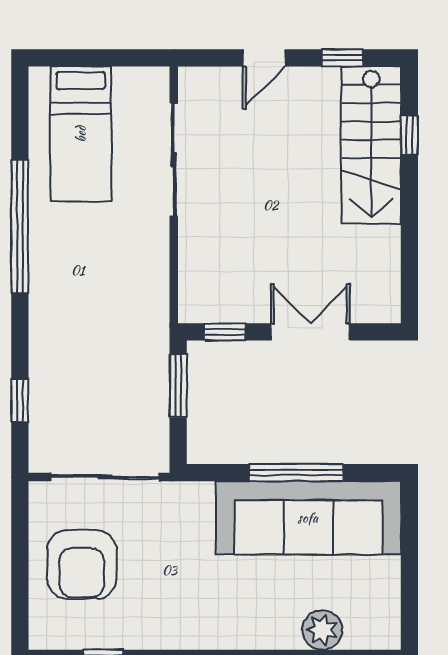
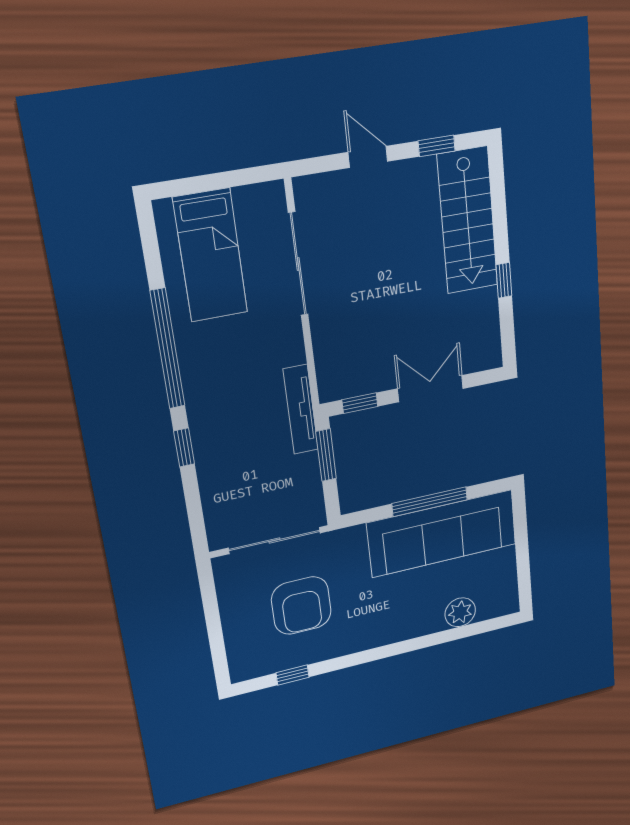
door: (264, 58) -> (368, 157), swing flipped
window: (409, 135) -> (504, 280), moved
tv unit: (156, 325) -> (301, 410), added
window: (20, 400) -> (184, 447), moved
armchair: (82, 564) -> (301, 606), moved

